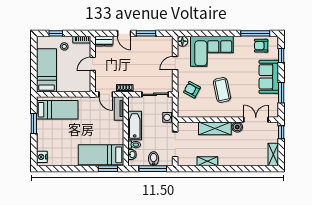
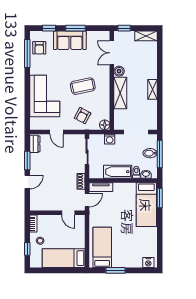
dresser: (104, 41) -> (35, 144), moved
floor lamp: (182, 41) -> (105, 125), moved
door: (93, 64) -> (68, 213), moved
window: (281, 93) -> (75, 28), moved
shelving: (207, 161) -> (153, 89), moved

